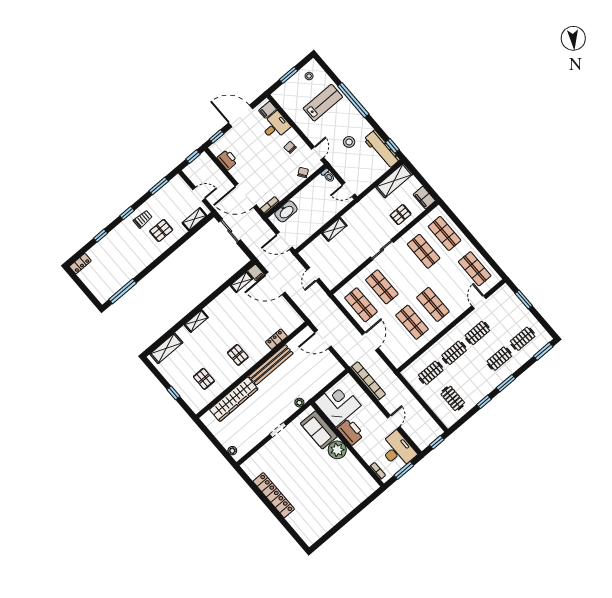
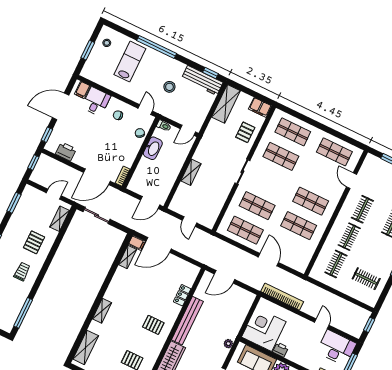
washbasin: (286, 211) -> (153, 148), moved
trolley: (143, 219) -> (22, 272), moved
printer: (351, 432) -> (280, 350), width x0.53, depth x0.68

